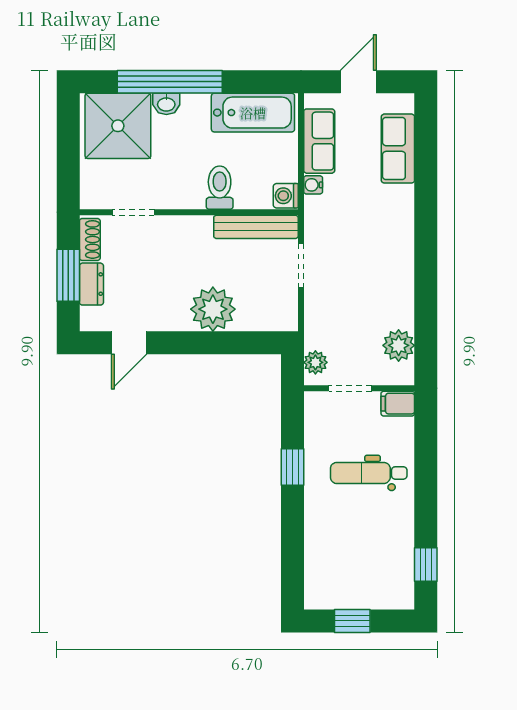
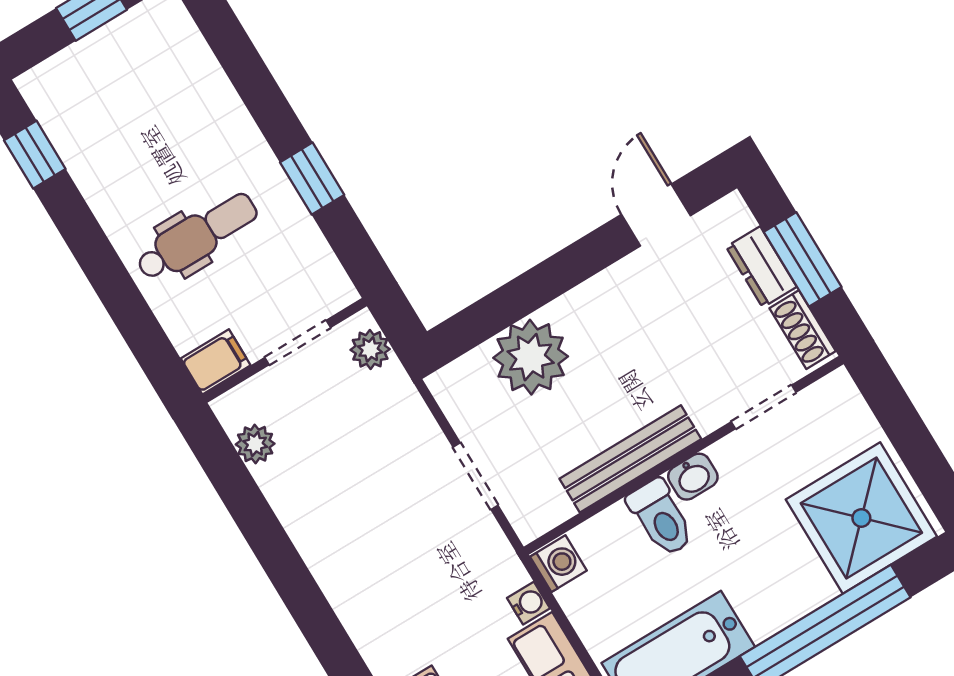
washbasin: (166, 104) -> (693, 477), moved, turned 180
bench: (256, 227) -> (630, 459), moved
plant: (213, 309) -> (531, 357), moved
plant: (399, 345) -> (255, 444), width x0.73, depth x0.73

